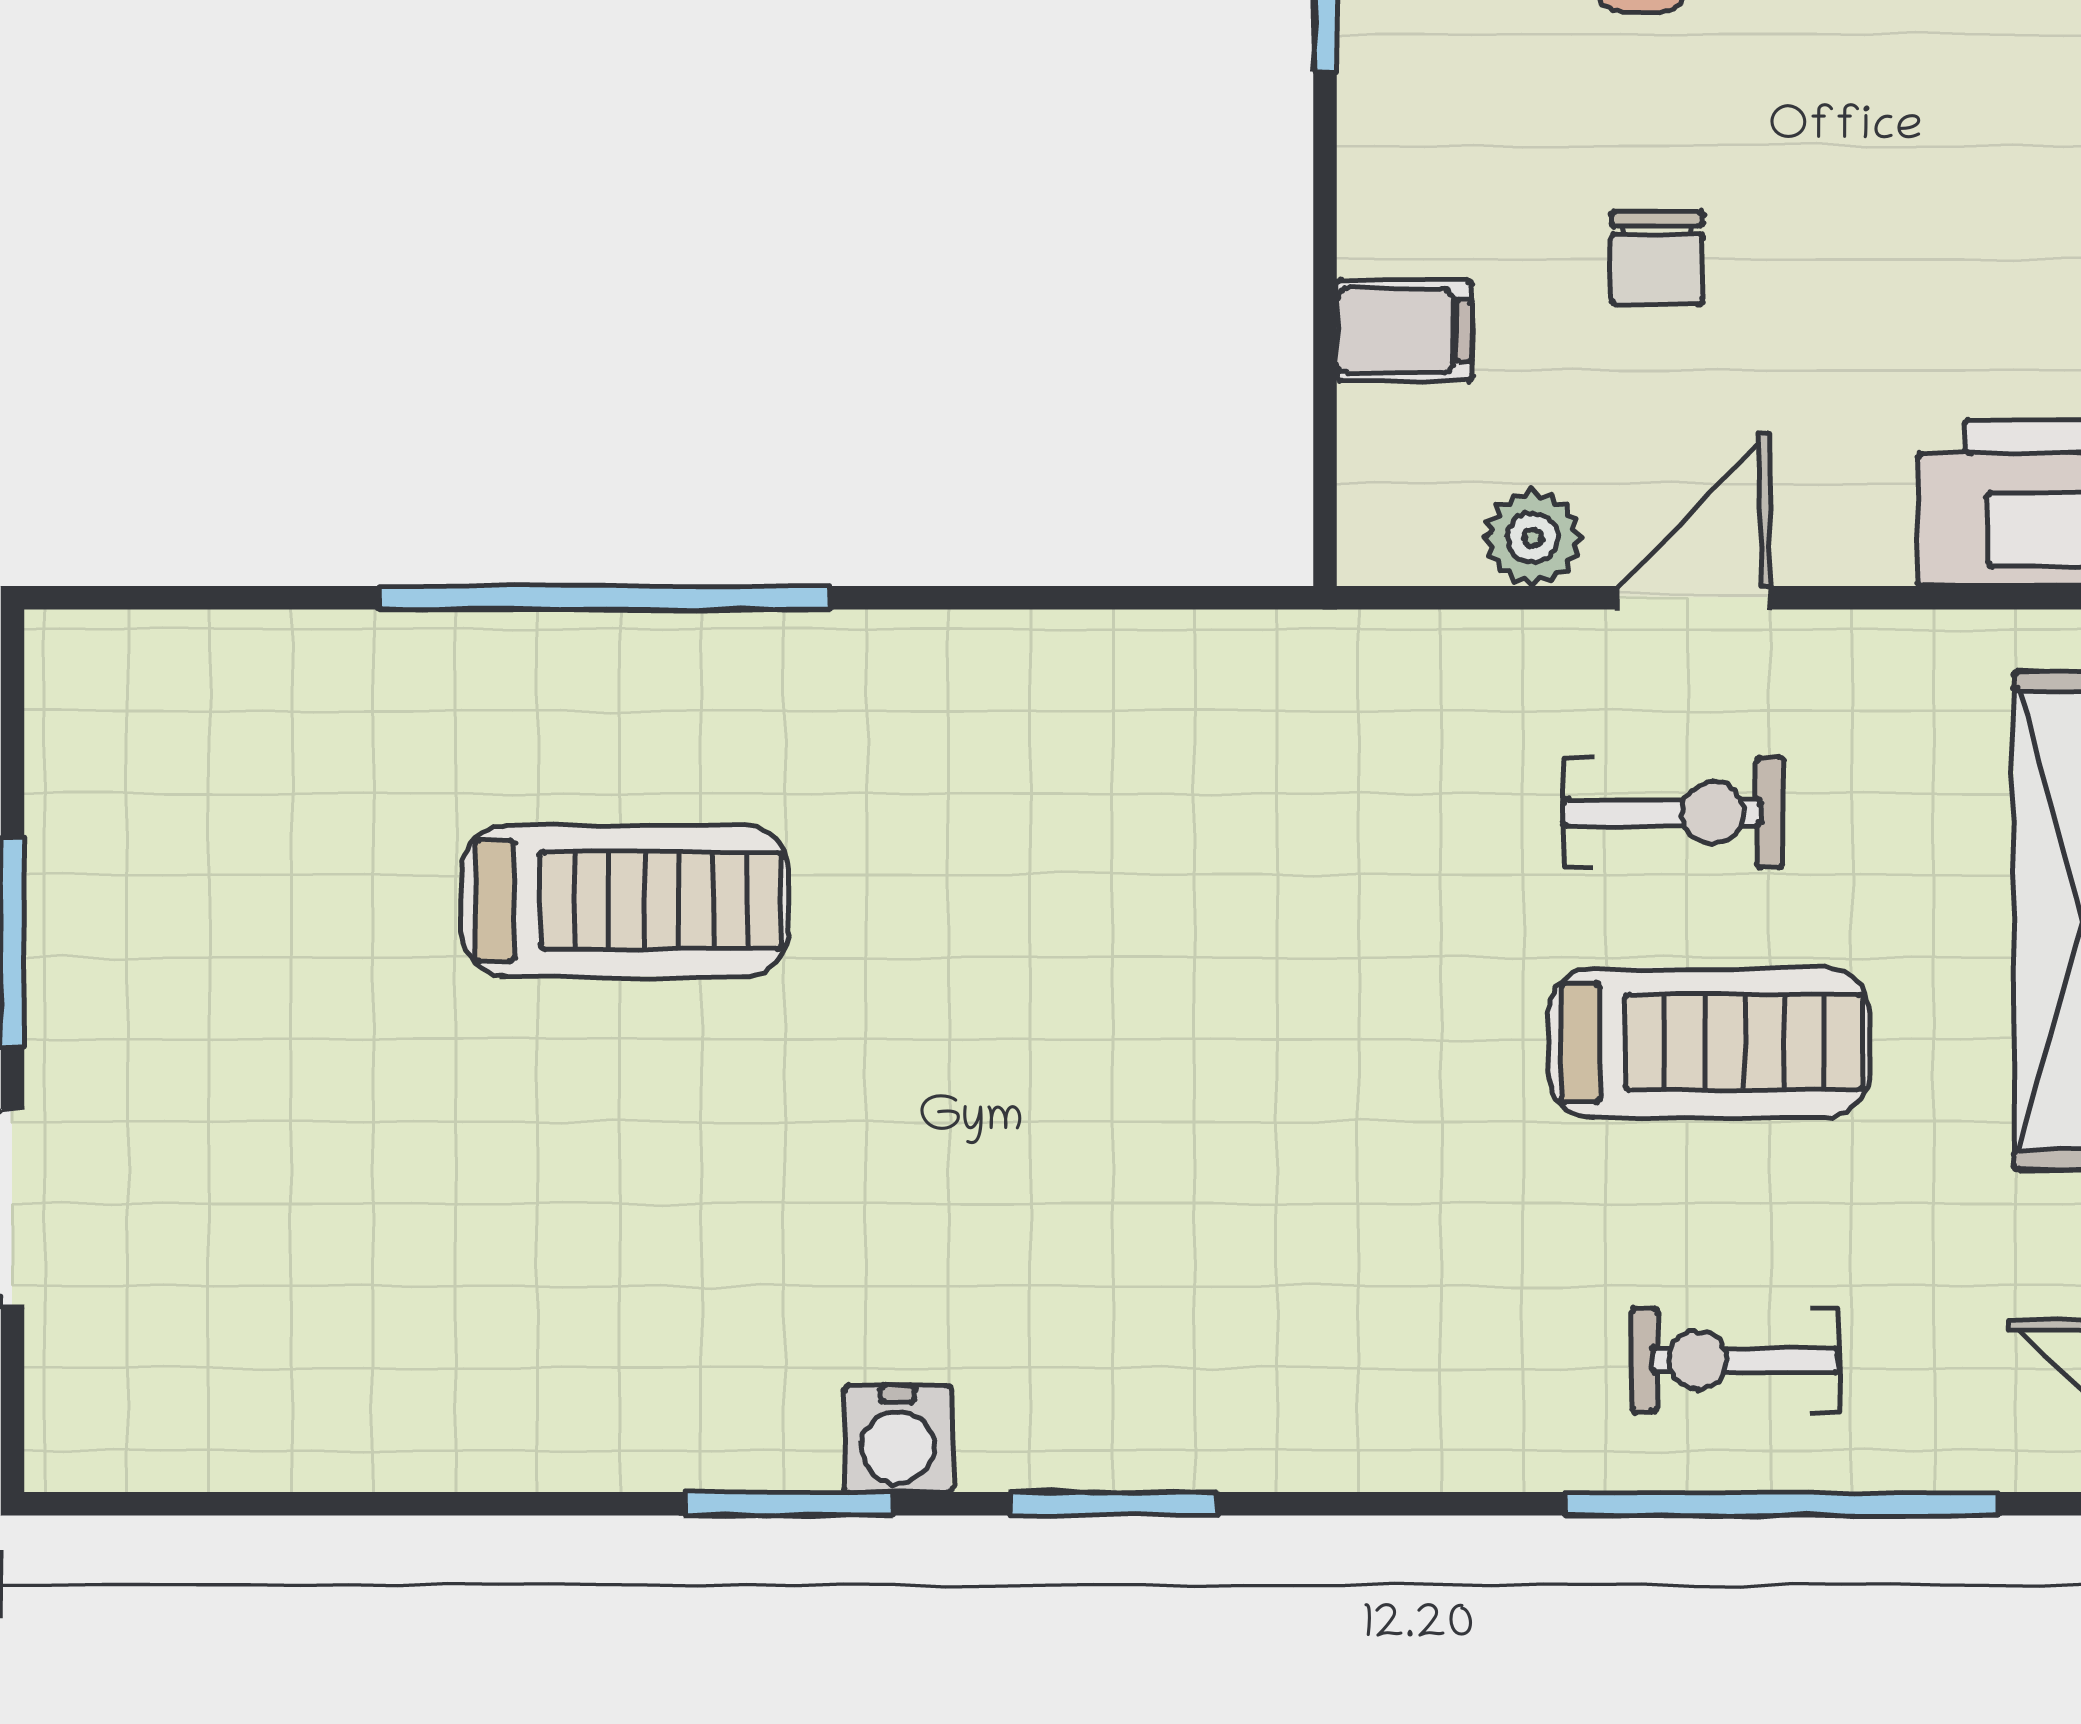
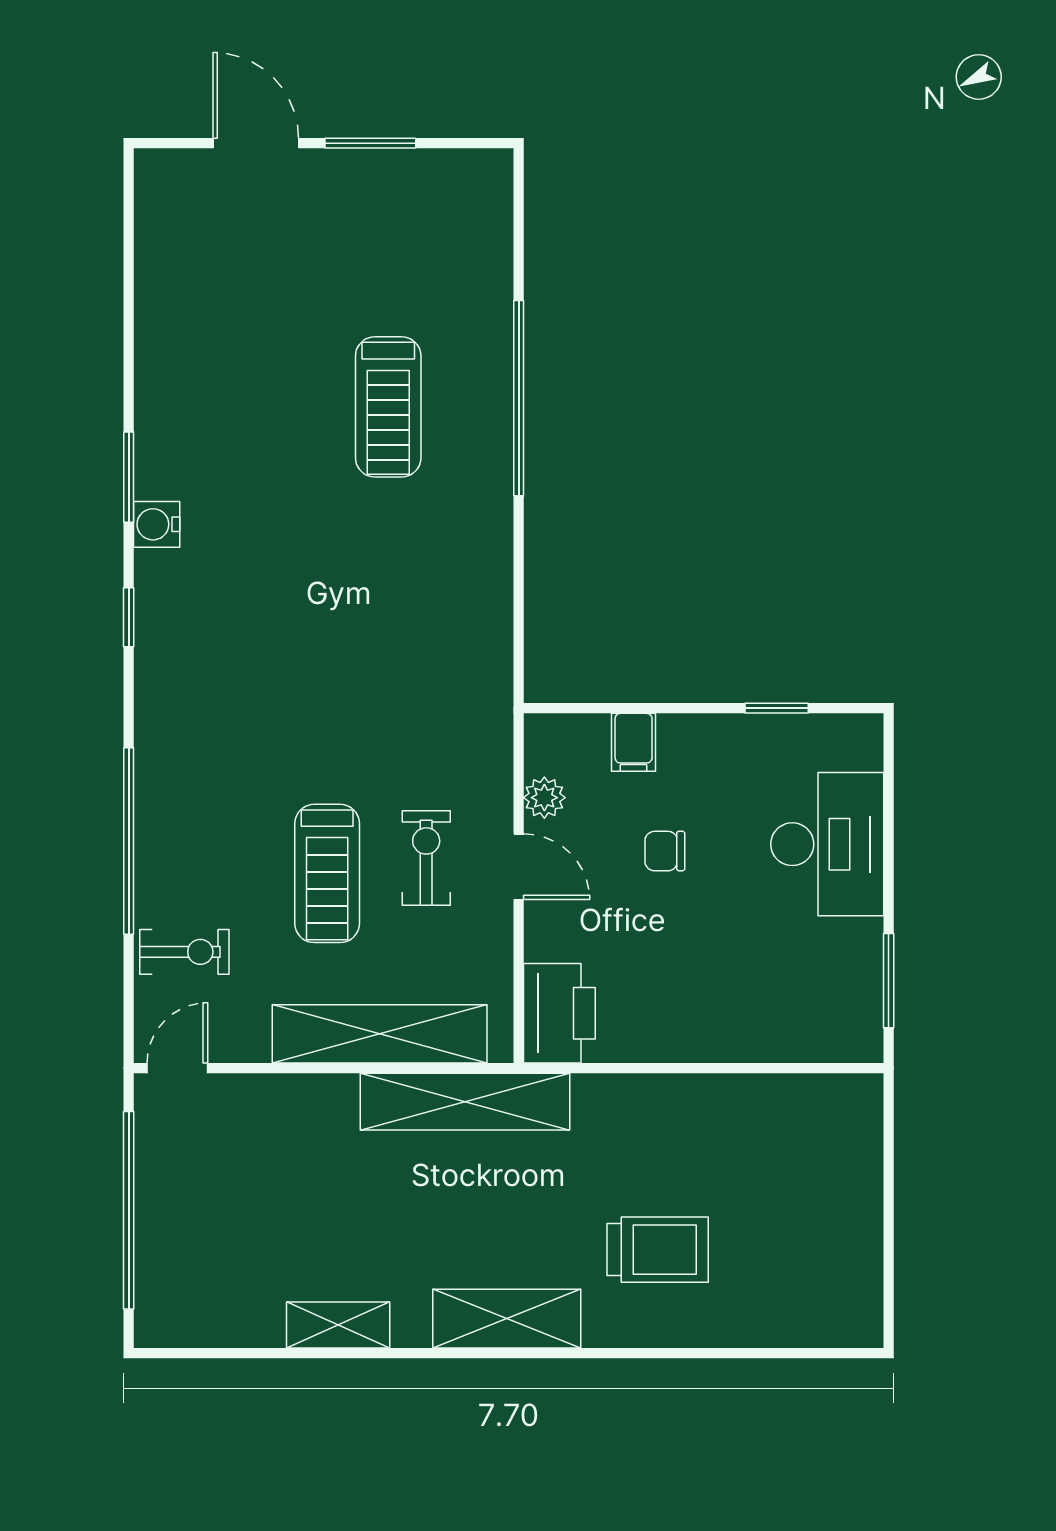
exercise bike: (1673, 812) -> (426, 858), turned 180
exercise bike: (1735, 1360) -> (184, 952), moved, turned 90
window: (1114, 1504) -> (129, 617), width x0.67
window: (1782, 1504) -> (129, 841), moved

